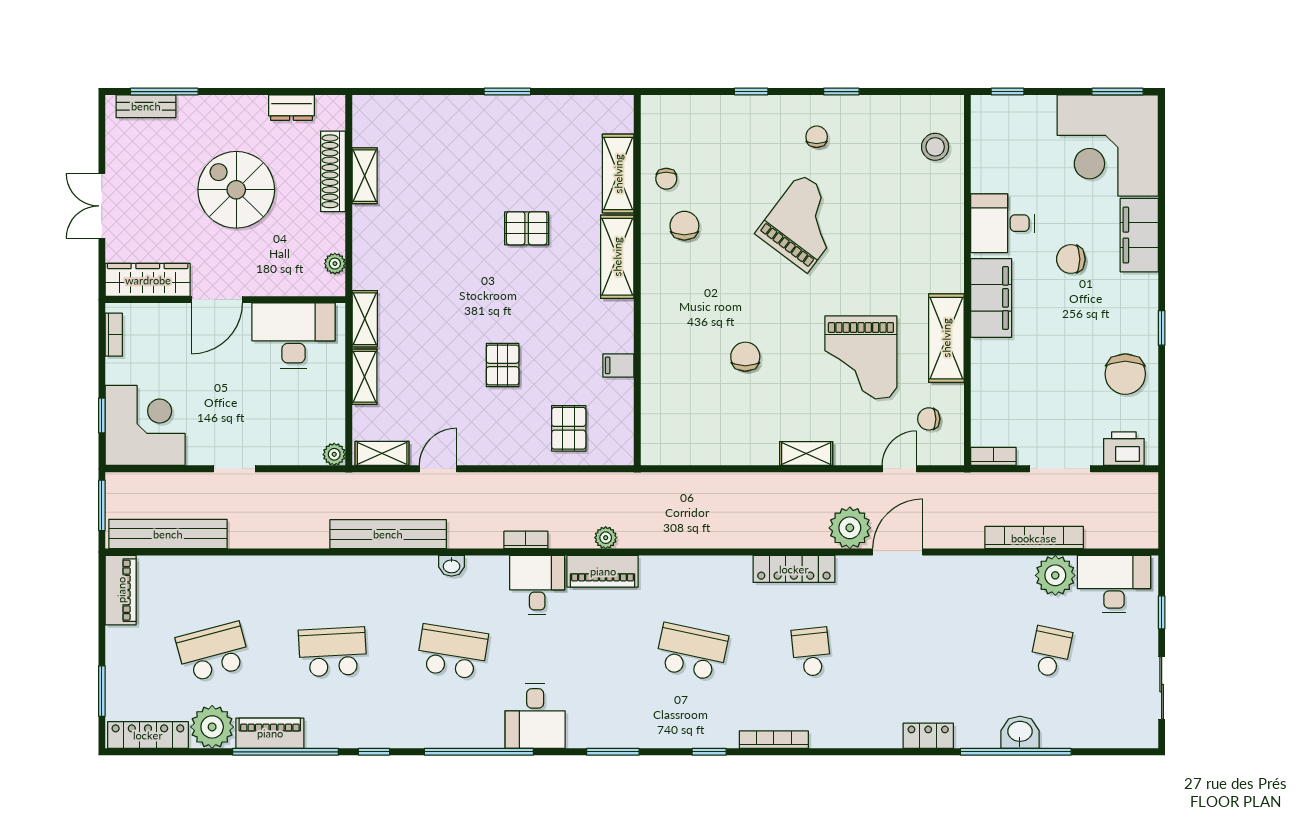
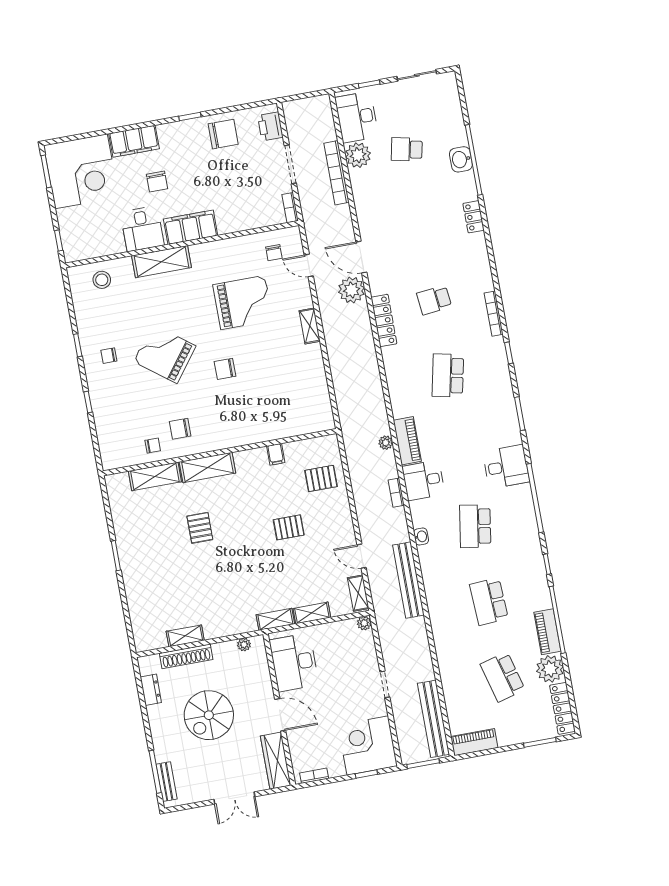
shelving: (946, 338) -> (161, 262), moved
chair: (745, 357) -> (225, 369), moved

